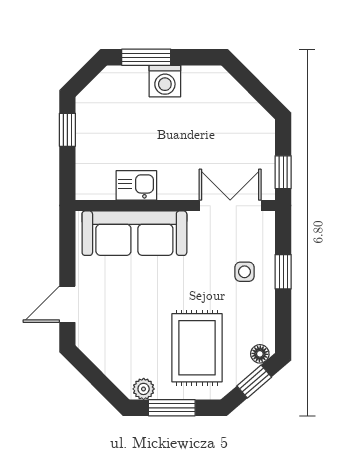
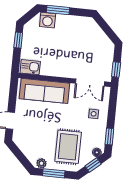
washing machine: (165, 81) -> (48, 20), moved
kitchen sink: (136, 185) -> (30, 67), moved
double door: (230, 206) -> (90, 83), swing flipped
window: (283, 272) -> (109, 137), moved

